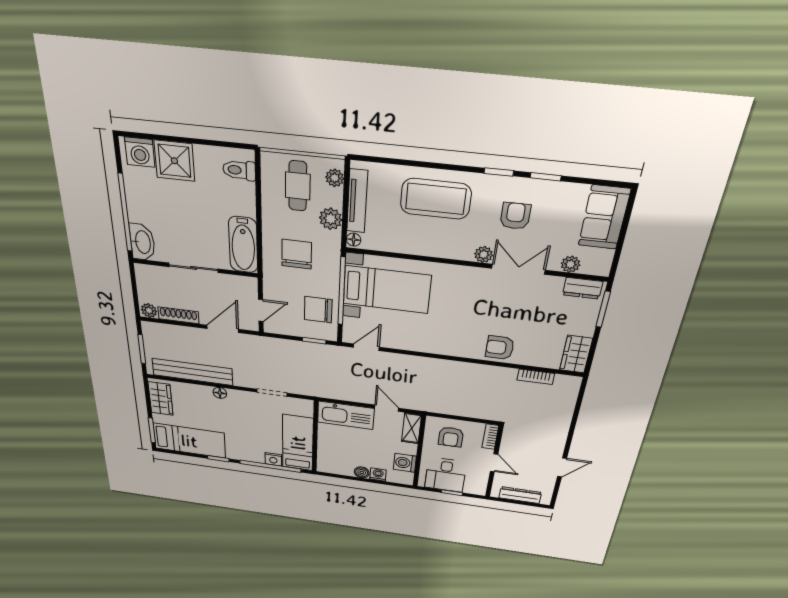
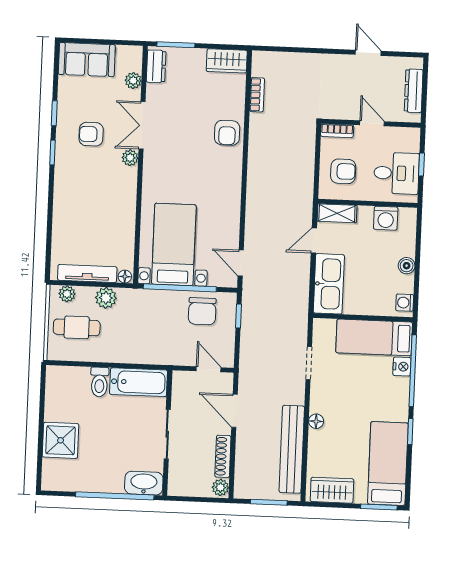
washing machine: (140, 152) -> (55, 472), removed
toilet: (239, 170) -> (99, 382), moved
coffee table: (436, 199) -> (80, 204), removed
chair: (297, 254) -> (144, 331), removed
door: (494, 463) -> (372, 123), hinge flipped
washing machine: (378, 474) -> (405, 303), moved

